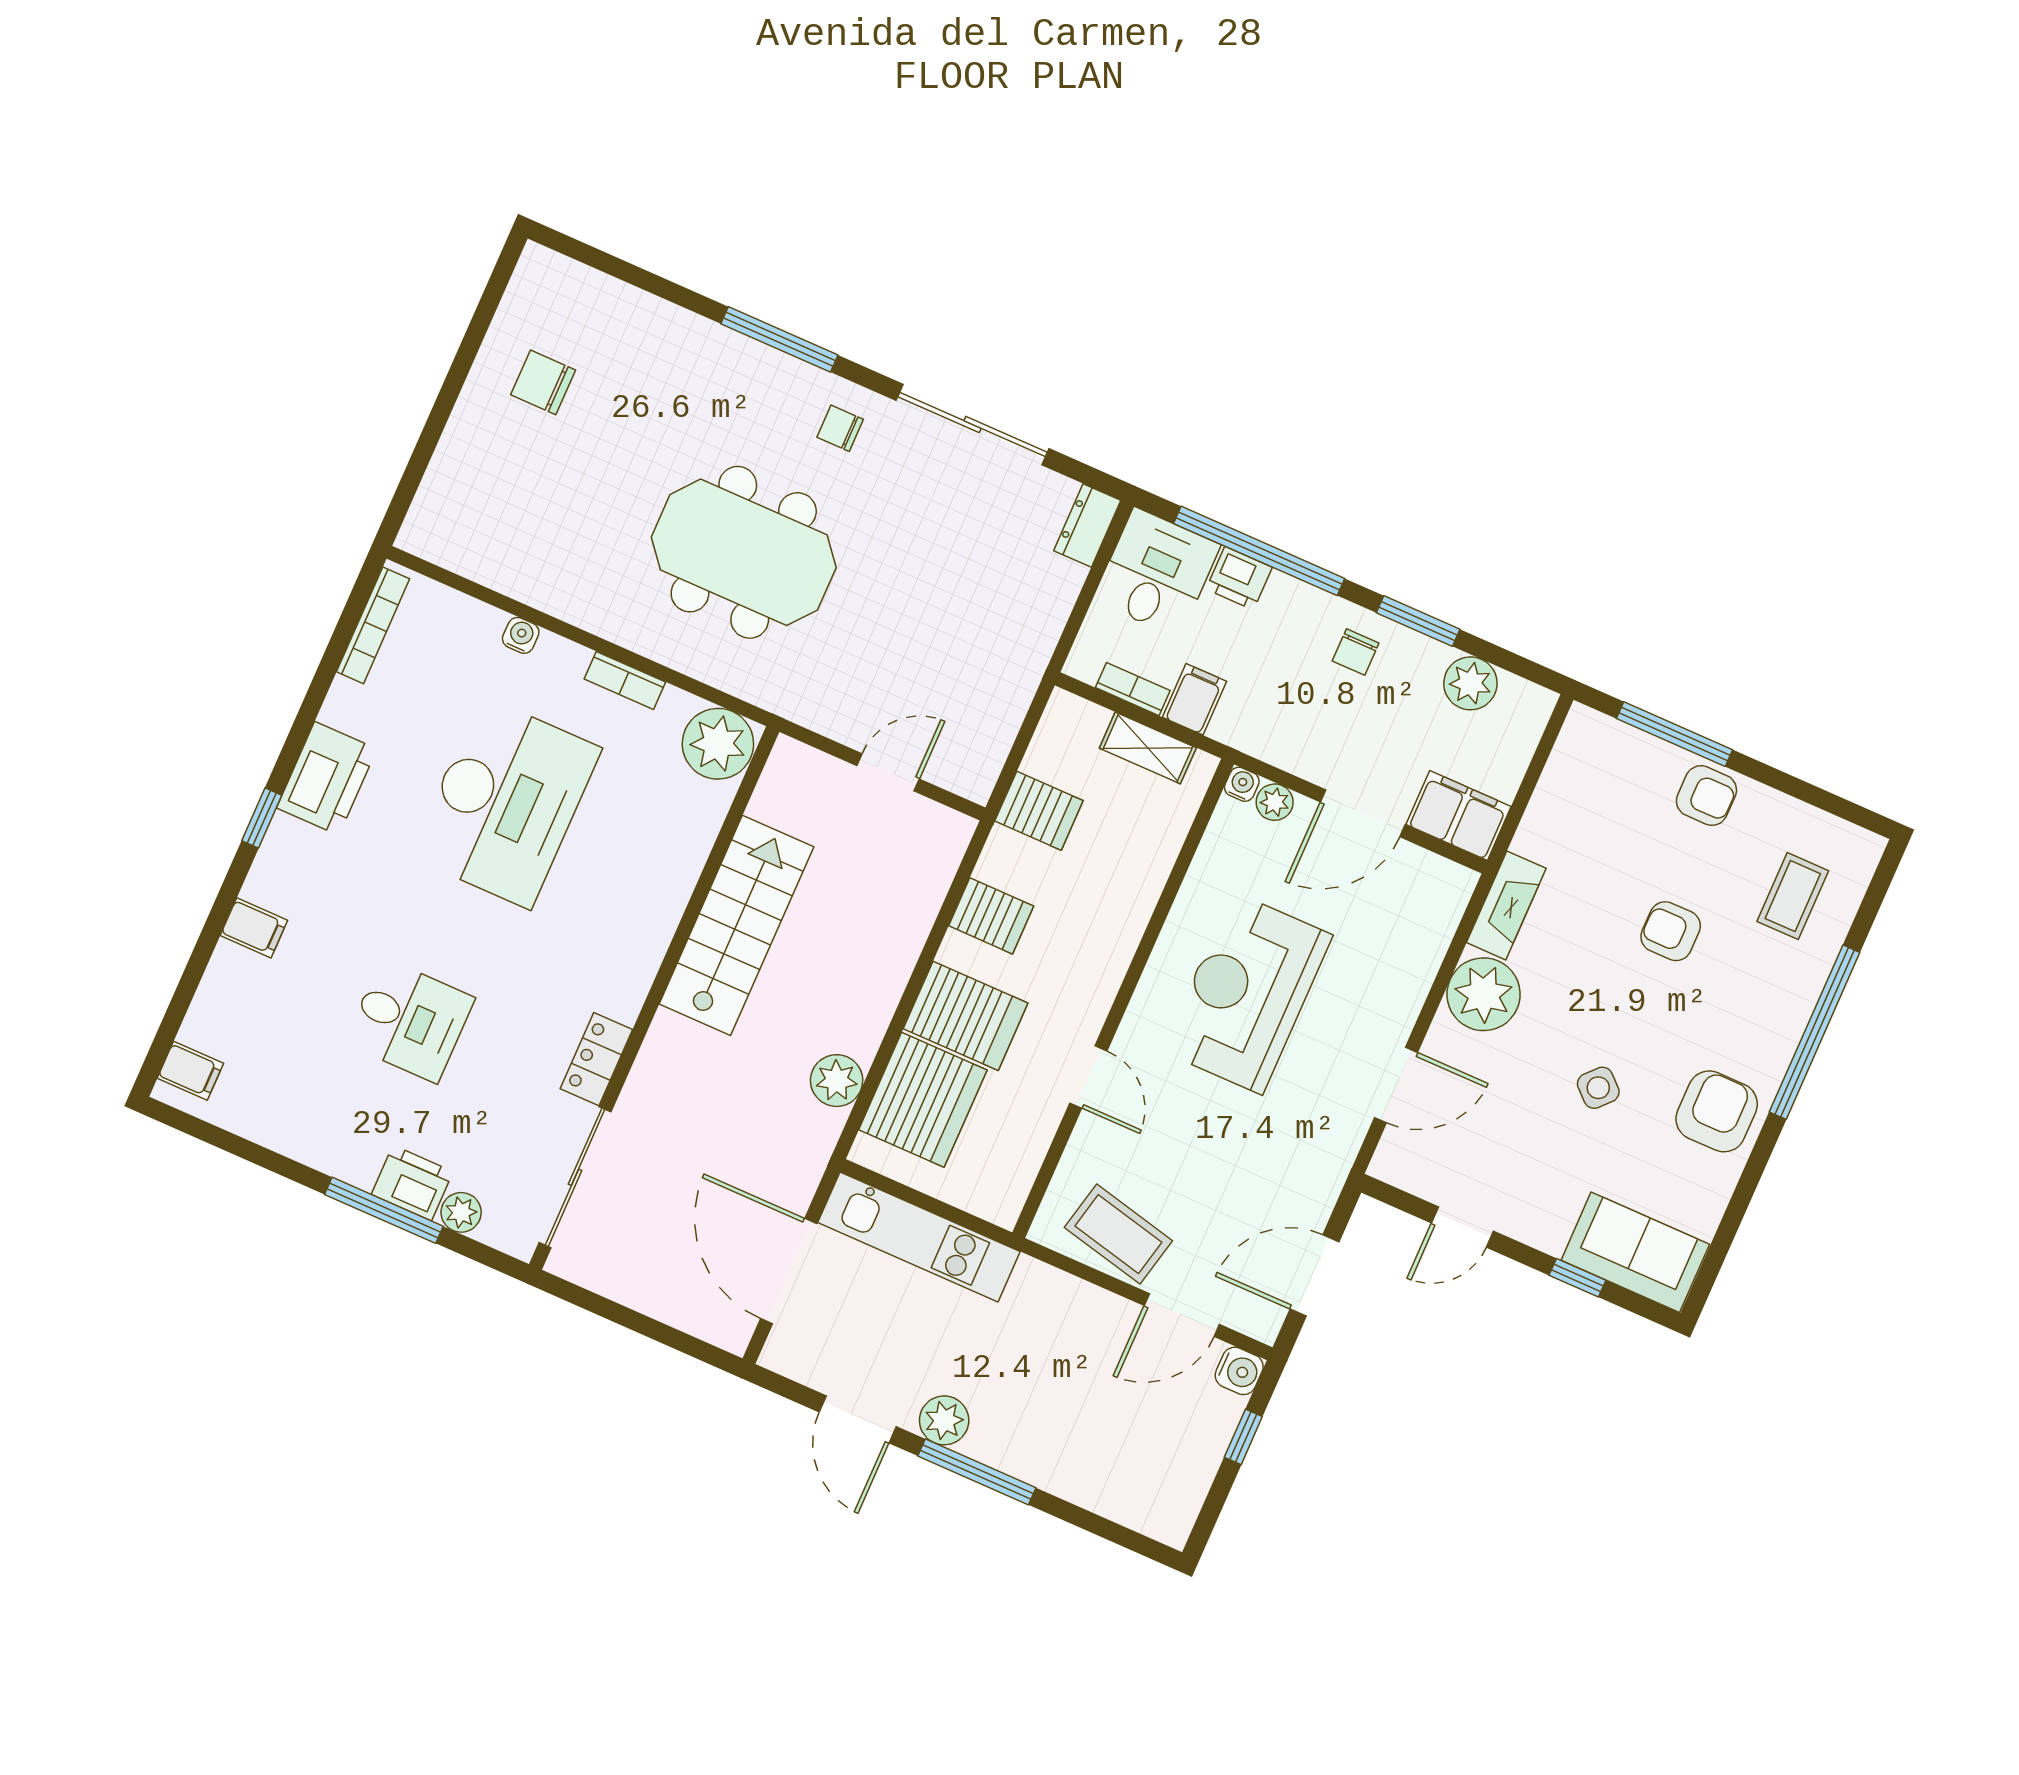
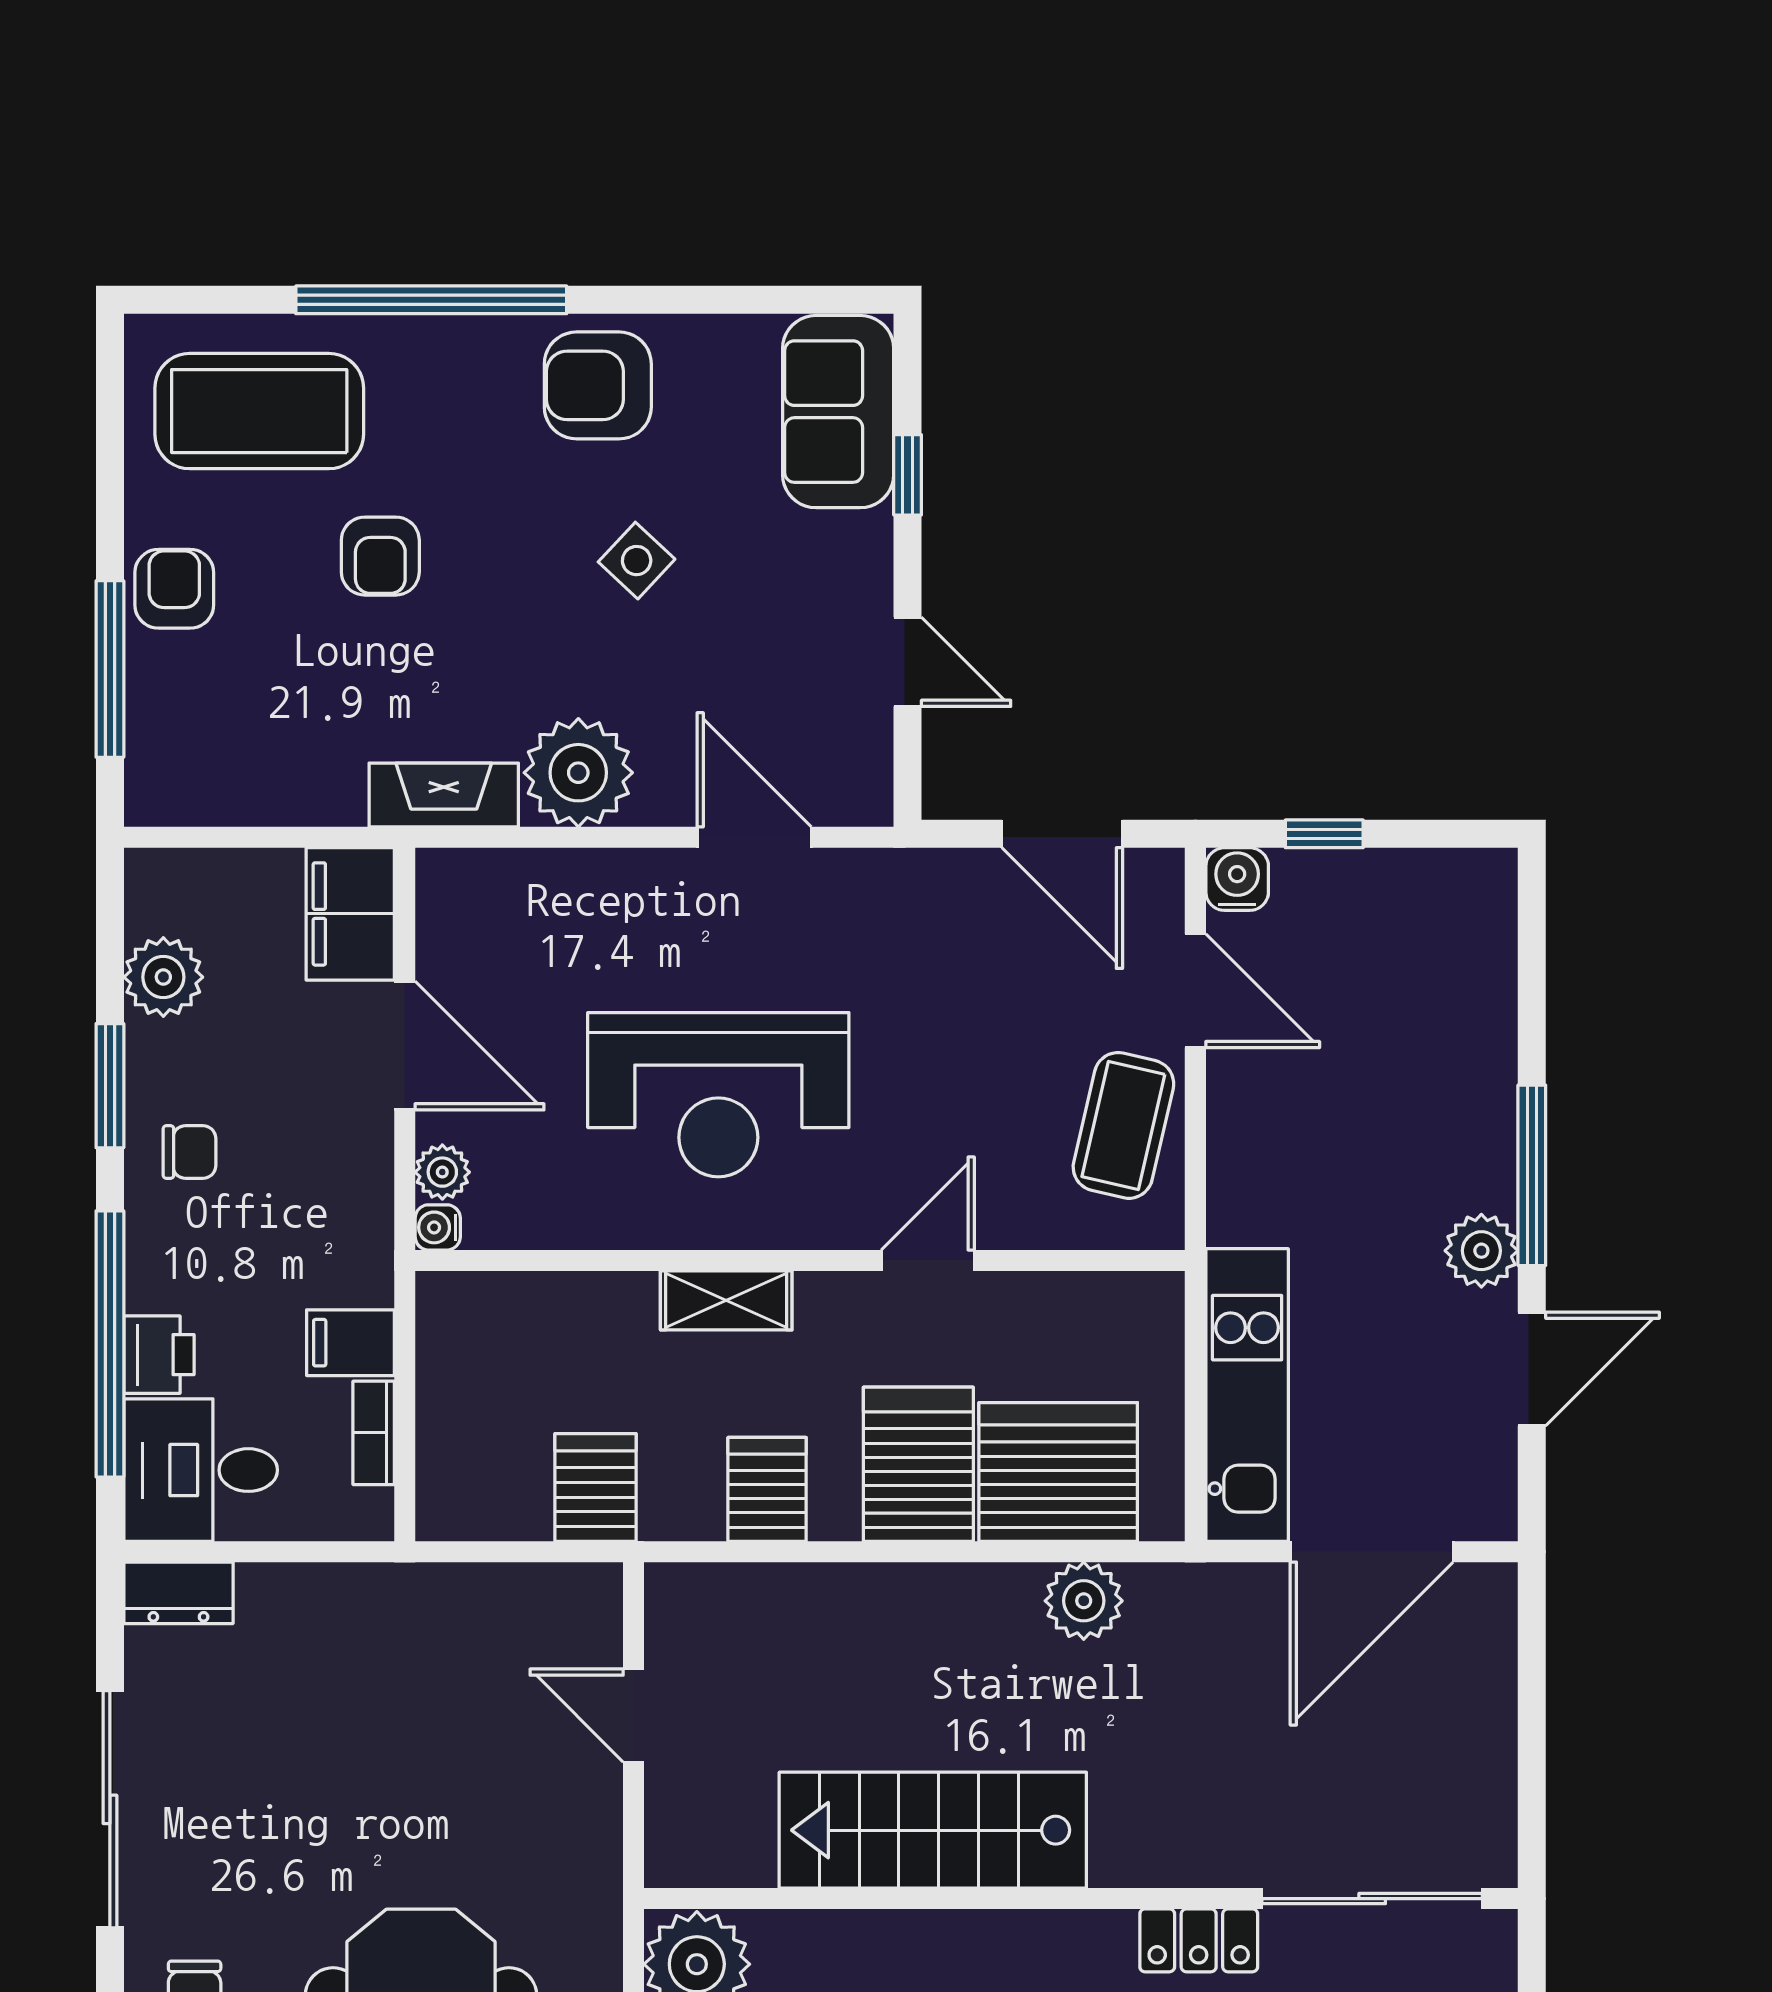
shelving: (1148, 748) -> (726, 1300), moved, turned 90
coffee table: (1793, 896) -> (259, 411), width x1.86, depth x1.72

